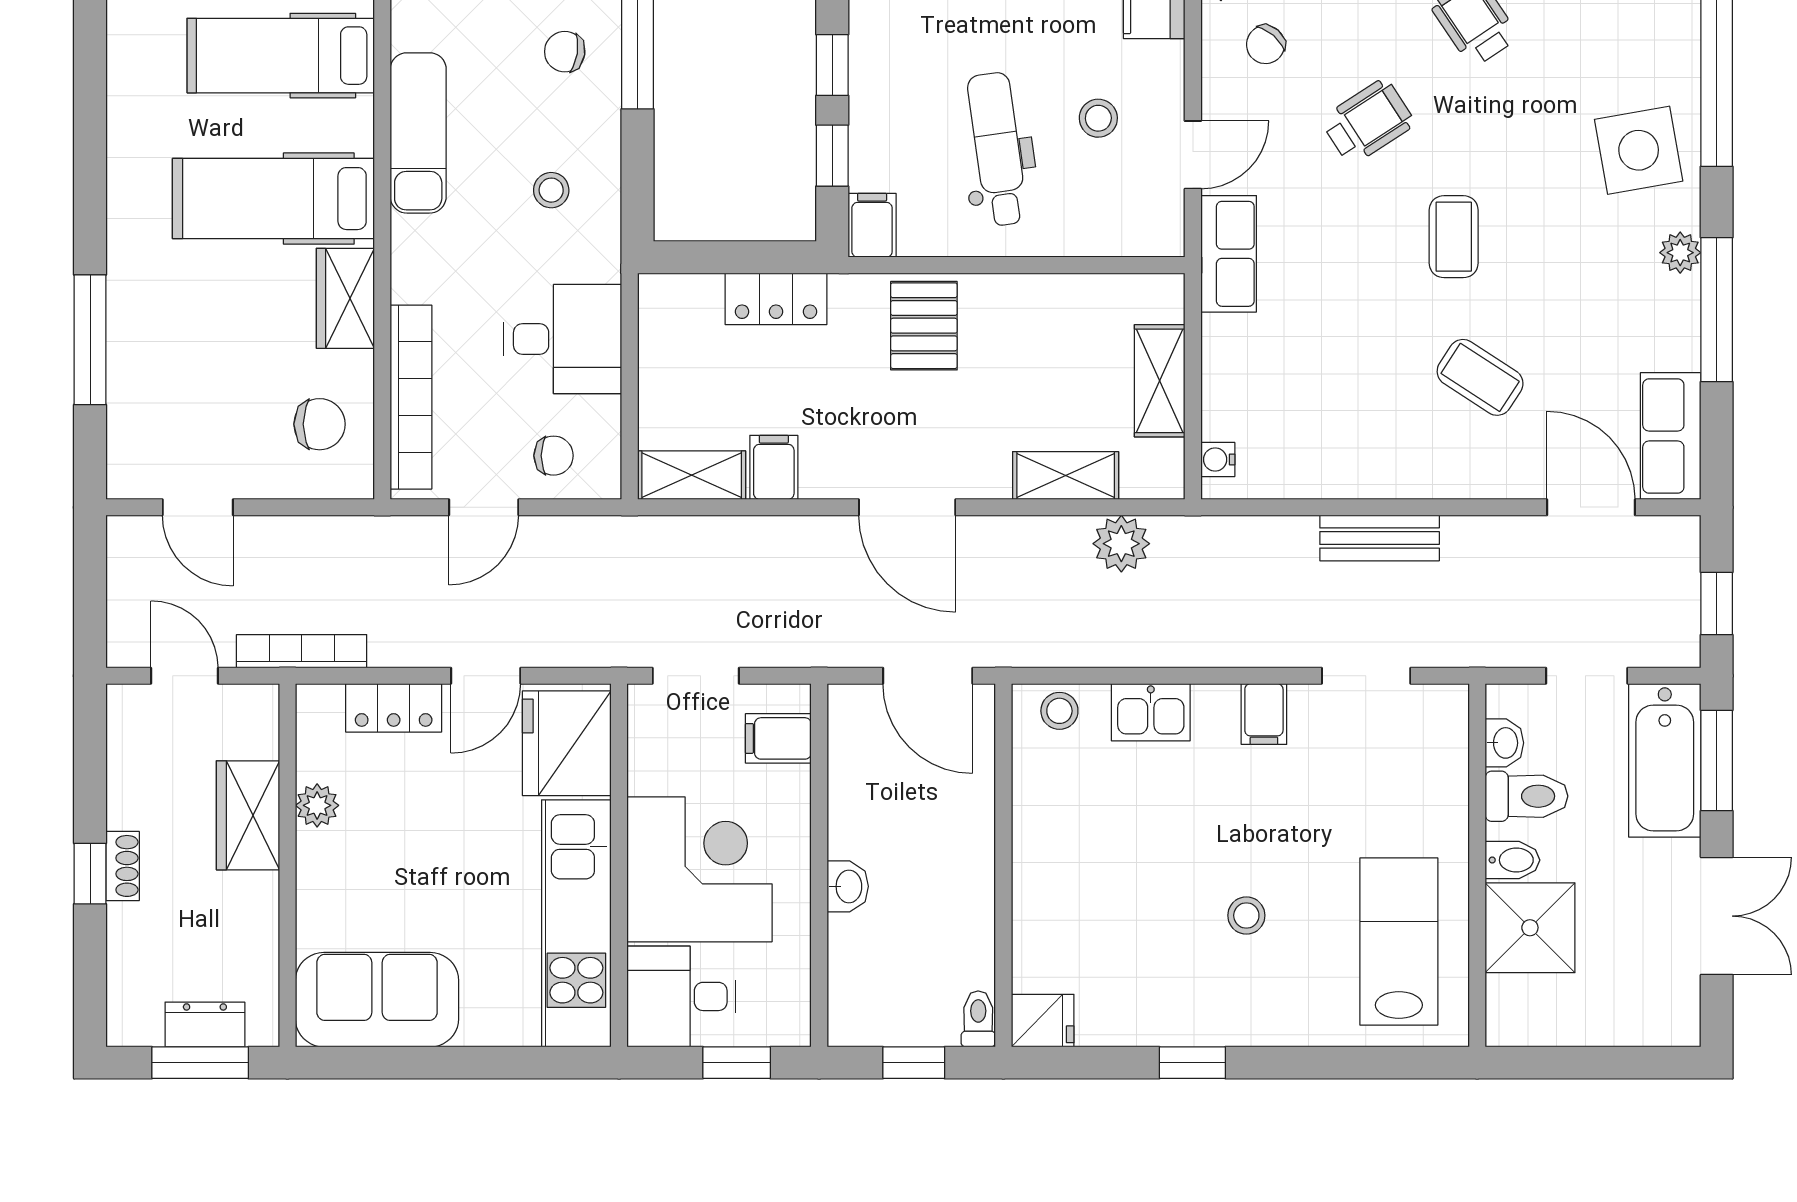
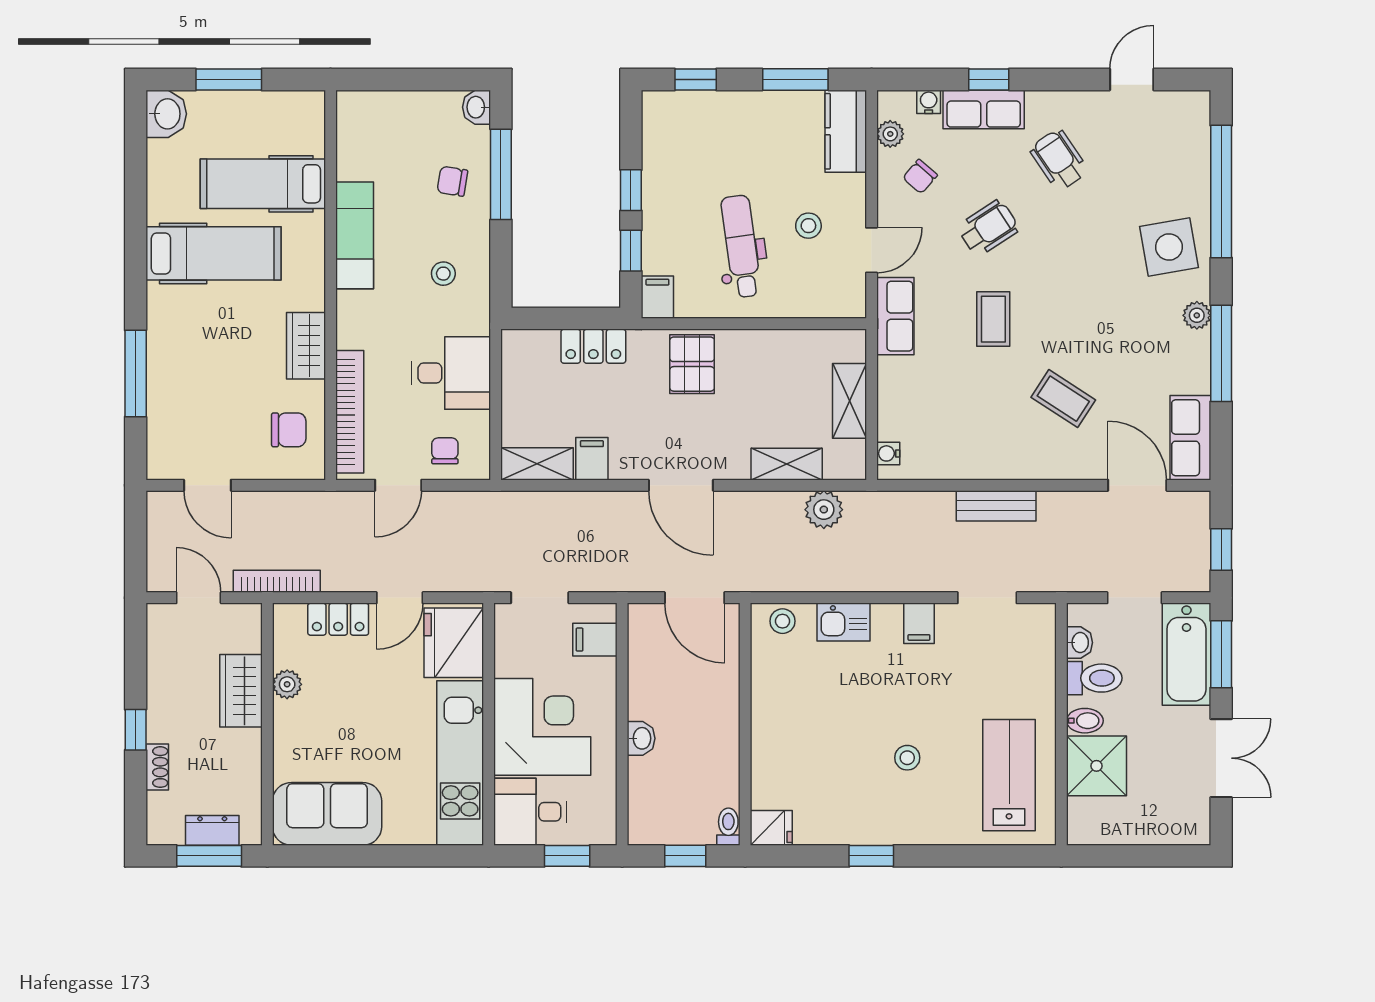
hospital bed: (273, 199) -> (213, 253), moved, turned 180
coffee table: (1454, 237) -> (993, 319), moved
chair: (554, 456) -> (445, 451), turned -90
shoe rack: (123, 866) -> (157, 767), moved

